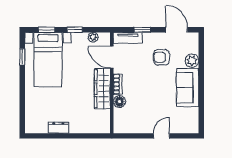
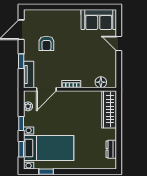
plant: (192, 61) -> (50, 16), removed
sofa: (188, 88) -> (99, 20), moved
wardrobe: (102, 89) -> (109, 109), moved, turned 90
floor lamp: (119, 102) -> (101, 82), moved
dresser: (58, 128) -> (111, 149), moved

